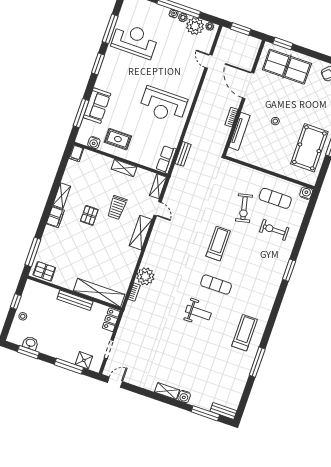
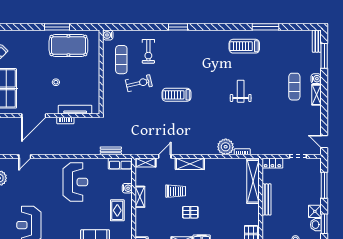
water cooler: (94, 143) -> (127, 188), moved
exercise mat: (216, 285) -> (294, 87), moved
shower: (84, 360) -> (315, 211), moved

